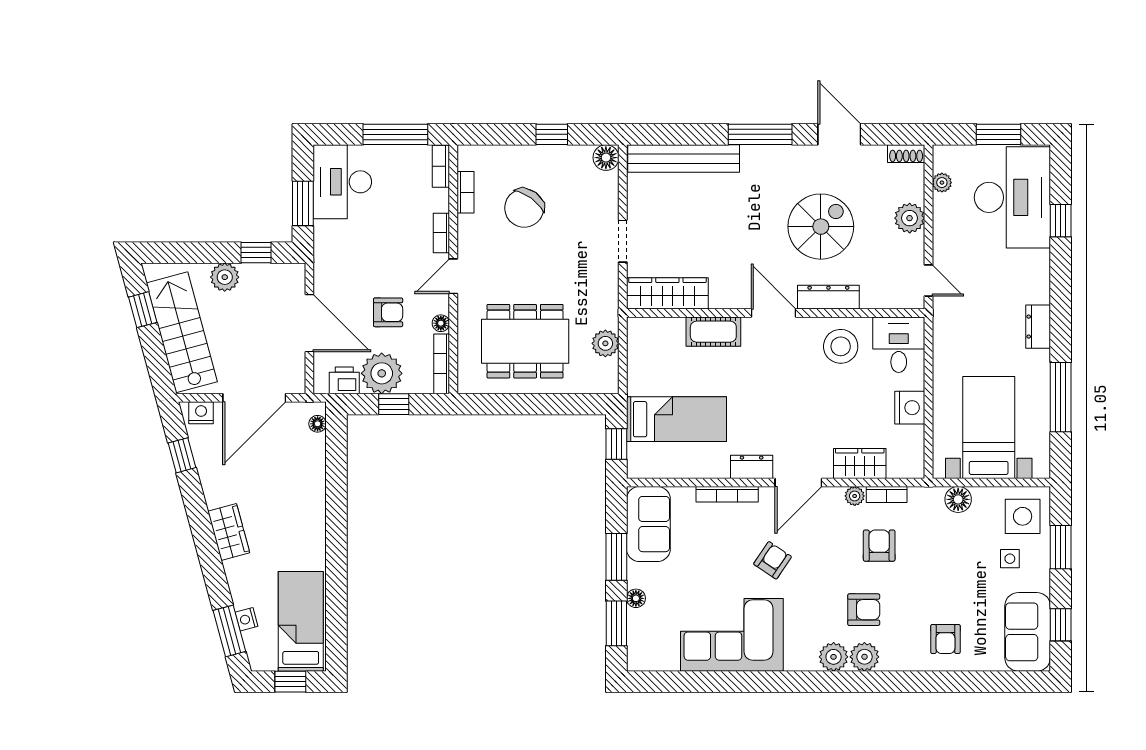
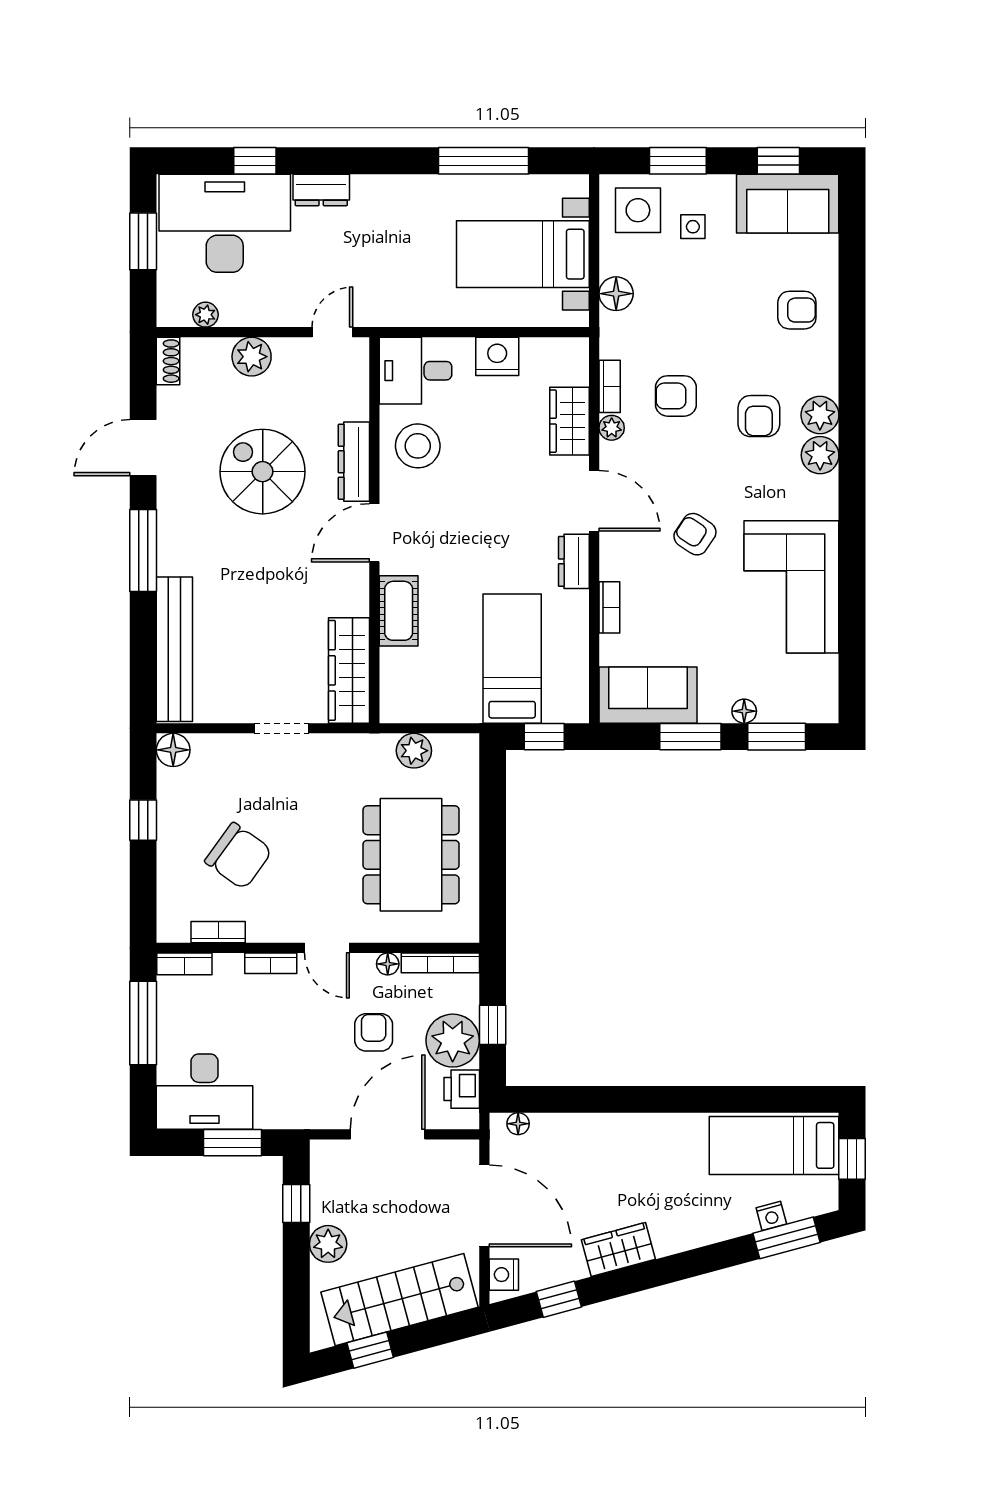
dresser: (1038, 327) -> (321, 190), moved
bookcase: (727, 494) -> (609, 607), width x0.64
wardrobe: (229, 532) -> (618, 1250), moved
armchair: (864, 610) -> (759, 416), turned 180

